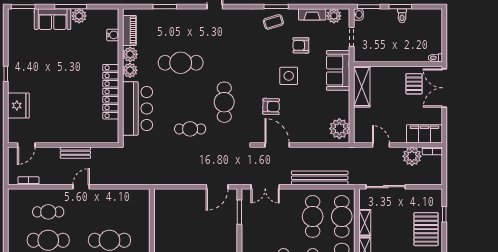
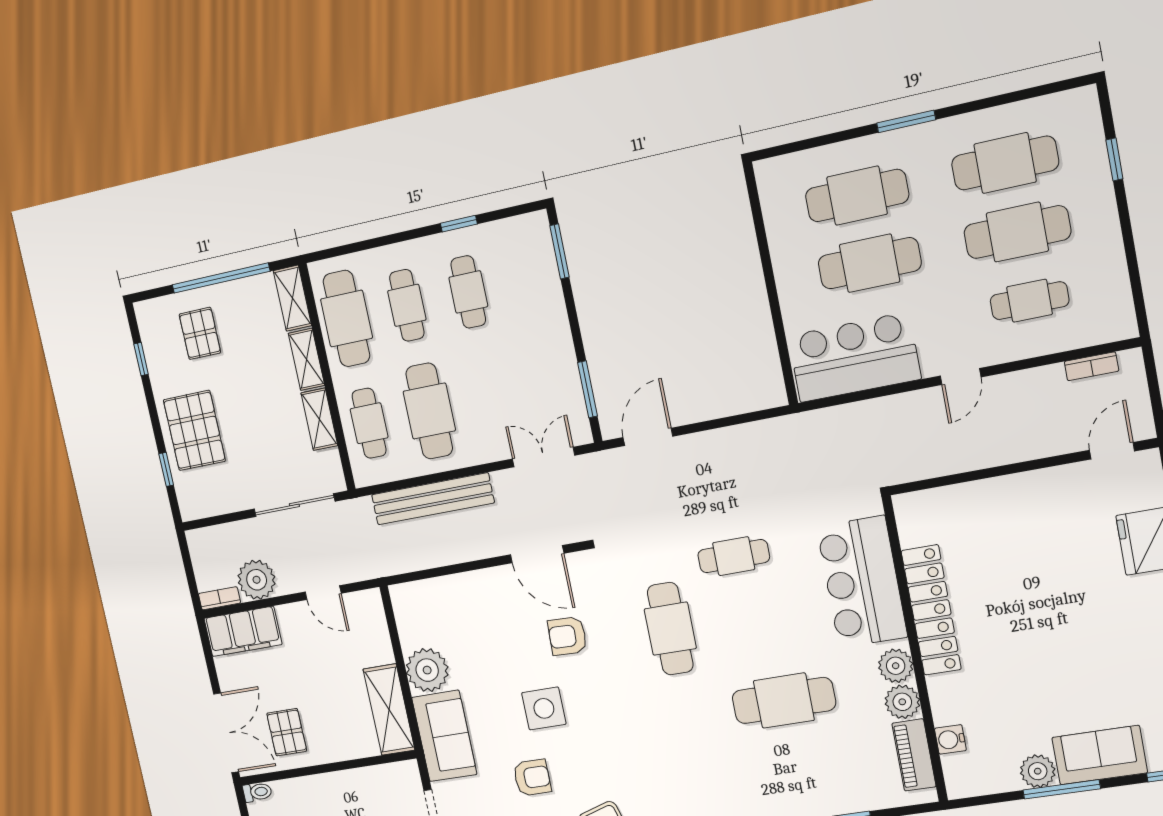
plant: (339, 129) -> (427, 670), moved
bench: (75, 153) -> (989, 454), removed
bar counter: (123, 203) -> (854, 357), added
cafe table: (342, 216) -> (369, 423), width x0.73, depth x0.74

